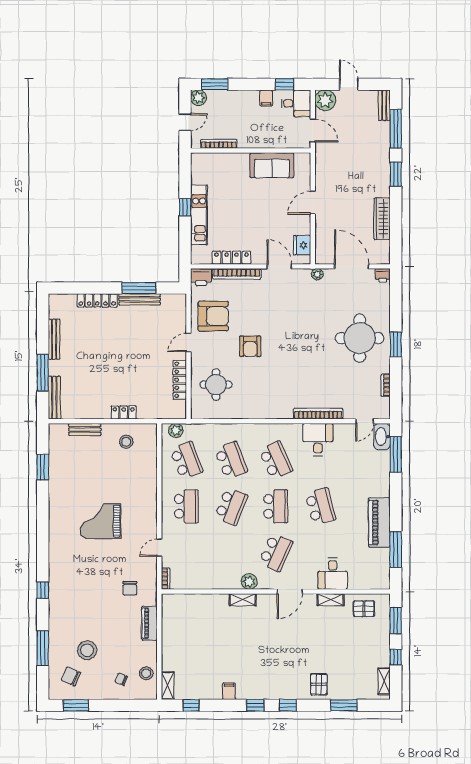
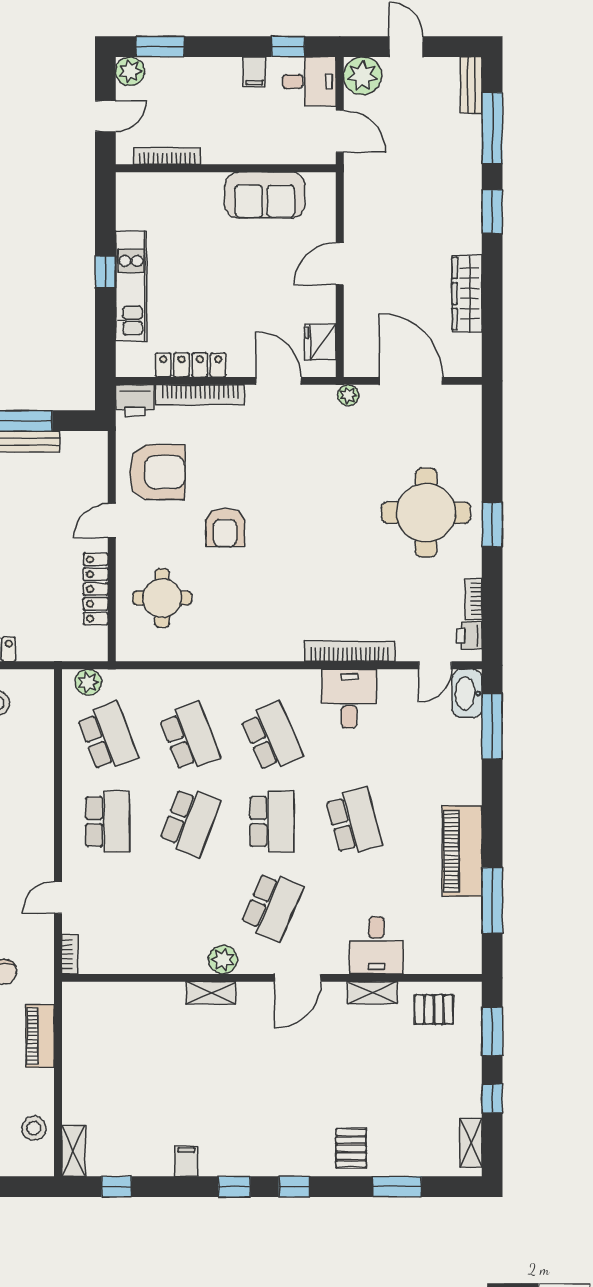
printer: (383, 275) -> (469, 635), moved, turned 90

